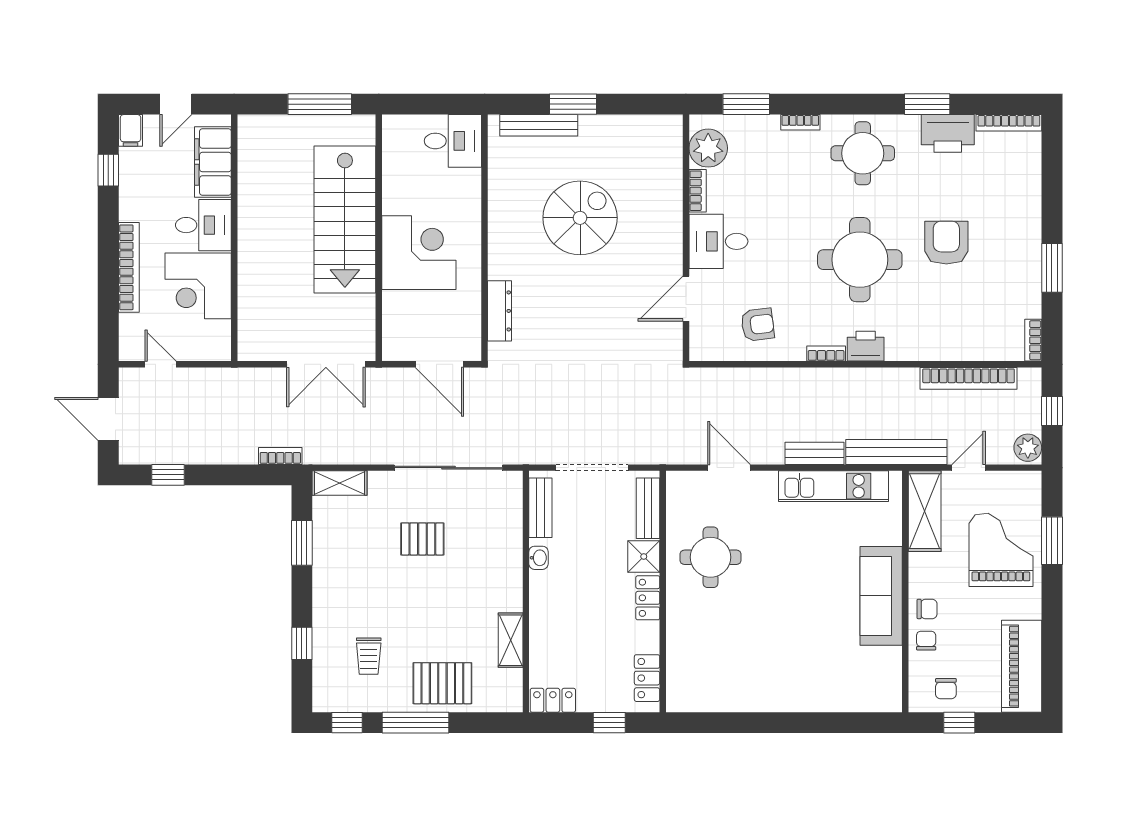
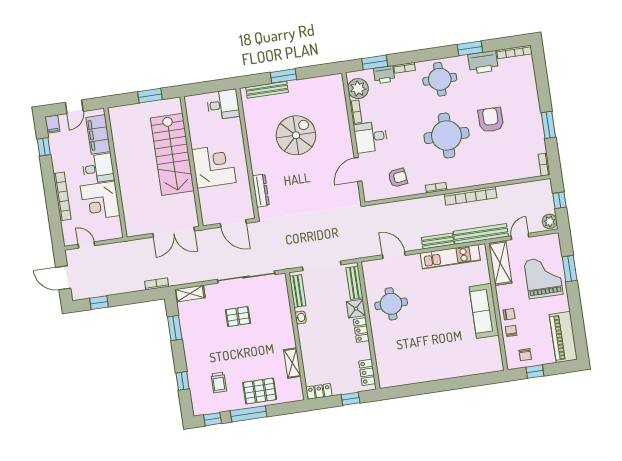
window: (320, 104) -> (150, 96), width x0.69
printer: (866, 346) -> (384, 75), moved, turned 180
bookcase: (969, 378) -> (471, 196), moved

